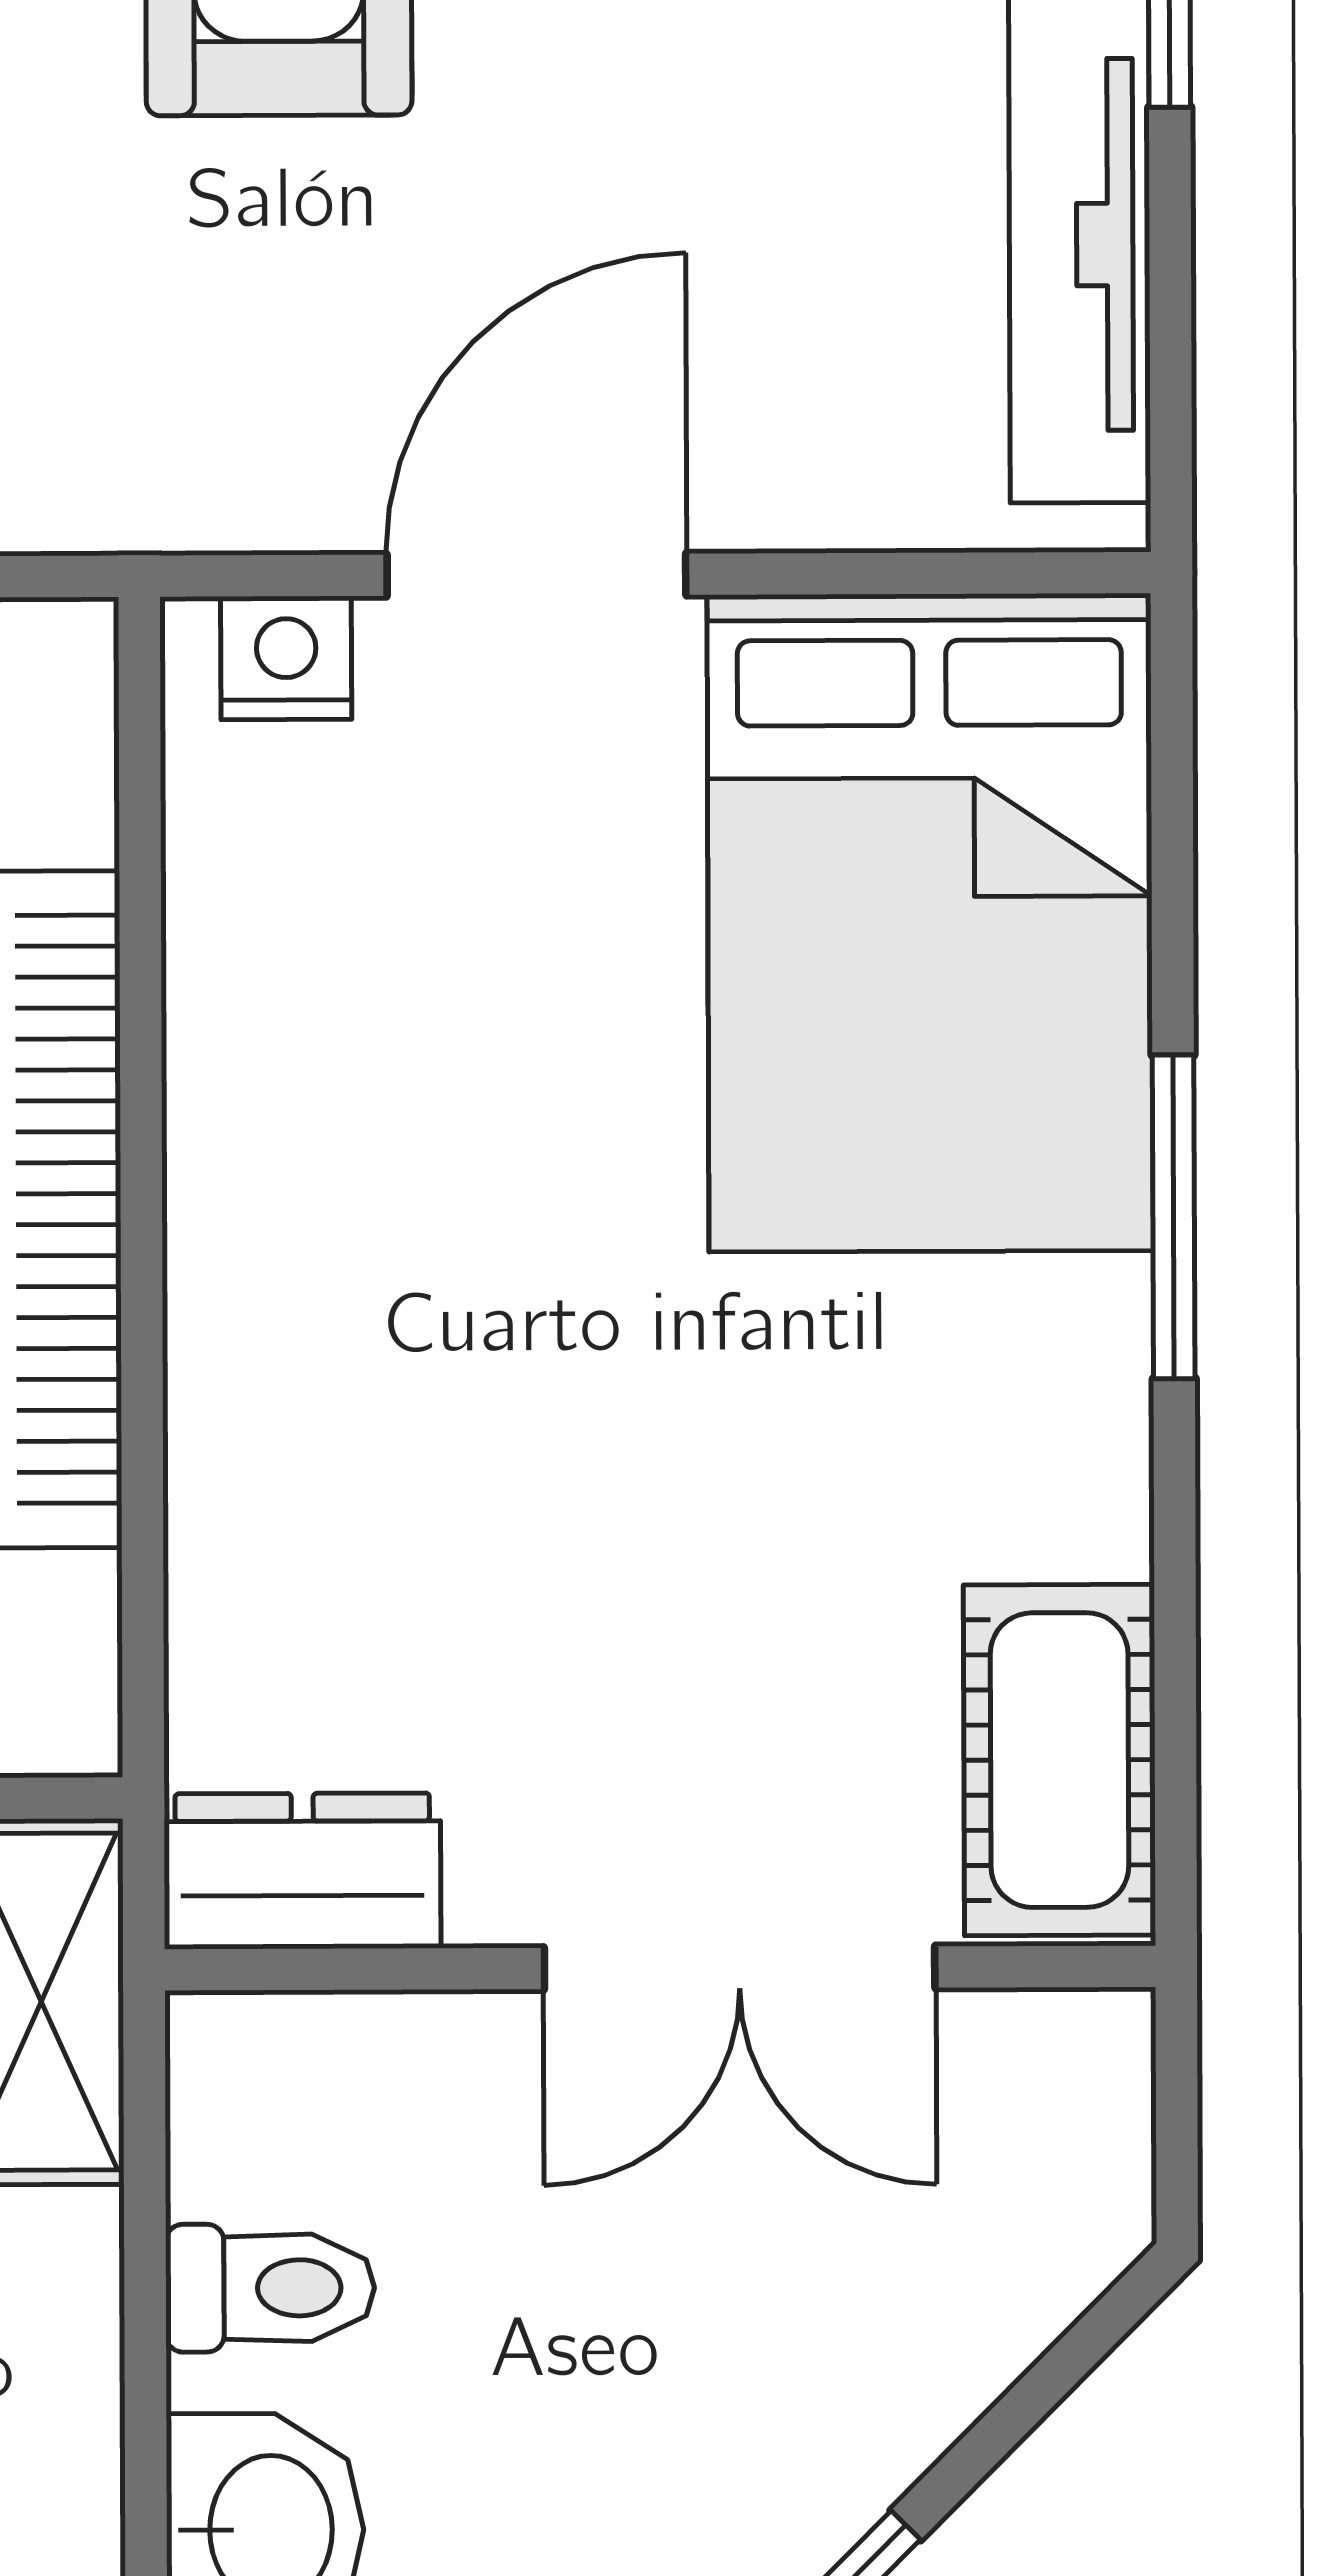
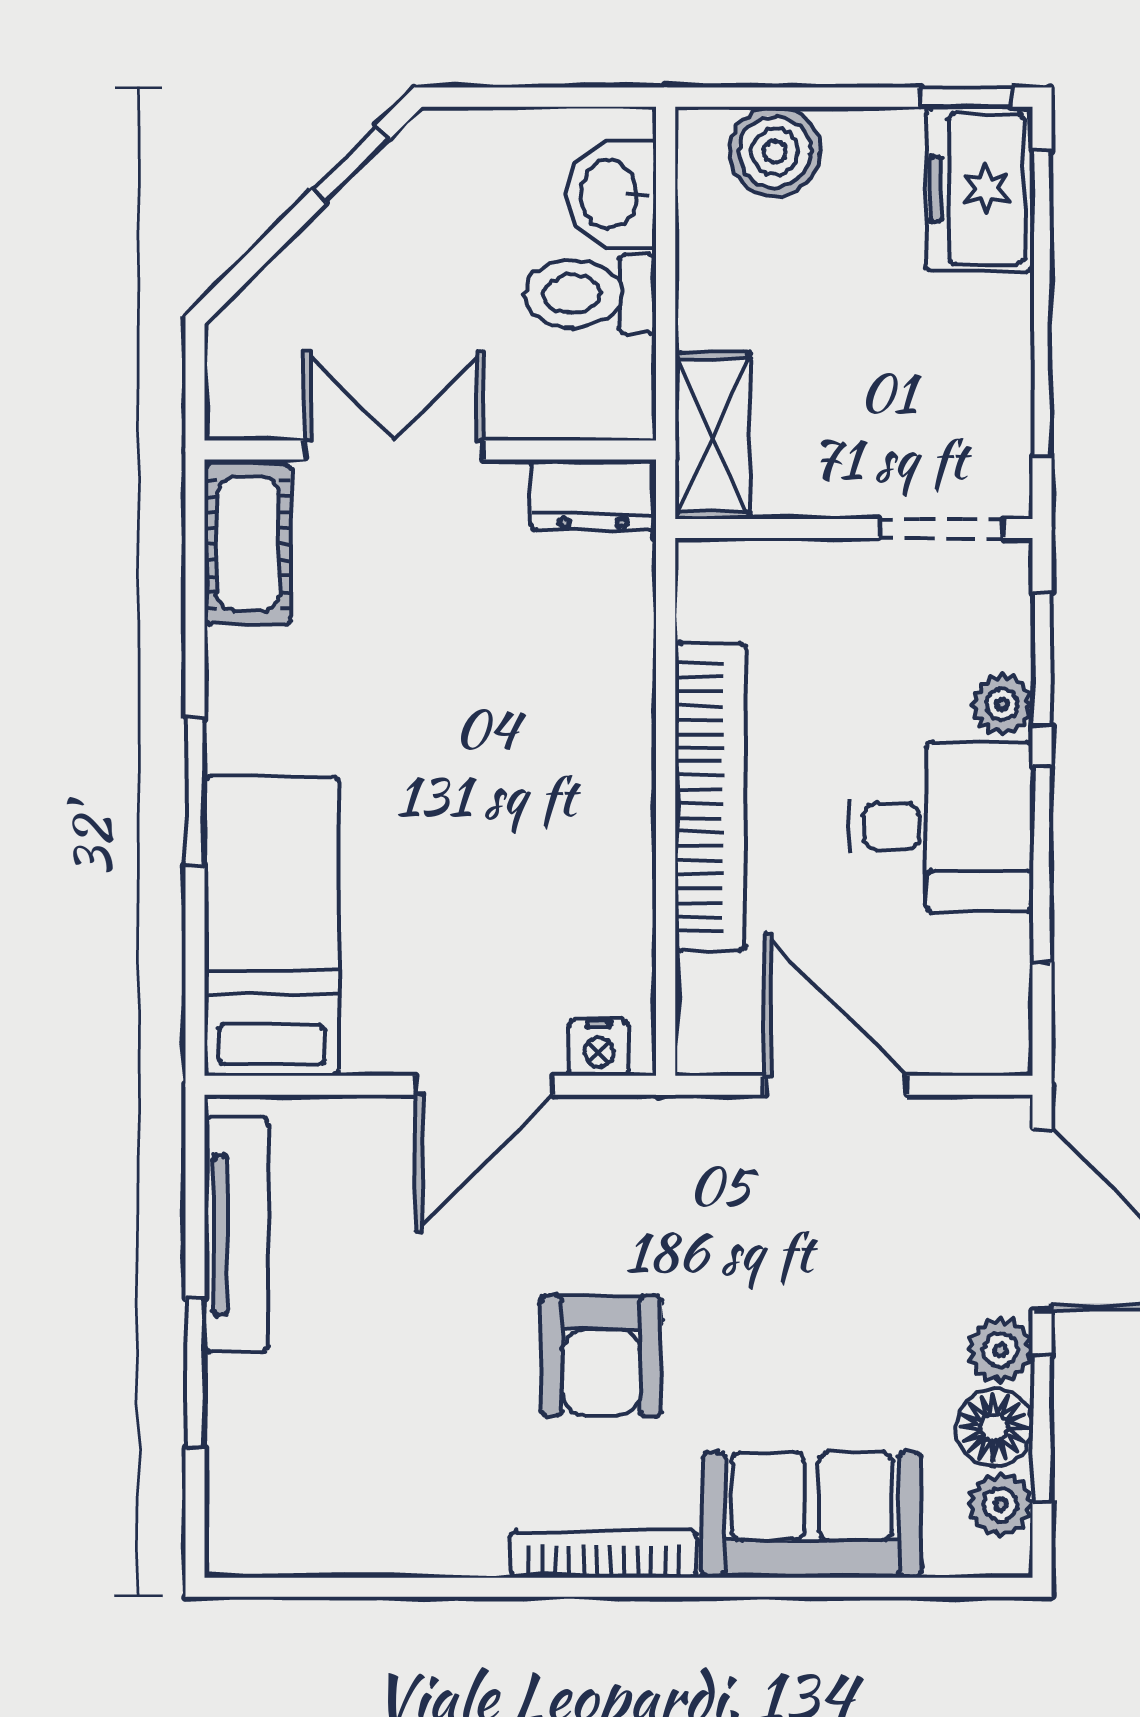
bed: (930, 923) -> (272, 926), width x0.67
toilet: (270, 2288) -> (590, 294), width x1.37, depth x1.39

